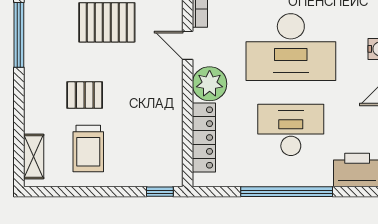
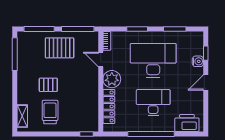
desk: (291, 47) -> (153, 60), turned 180
trolley: (88, 148) -> (50, 112), turned 180

